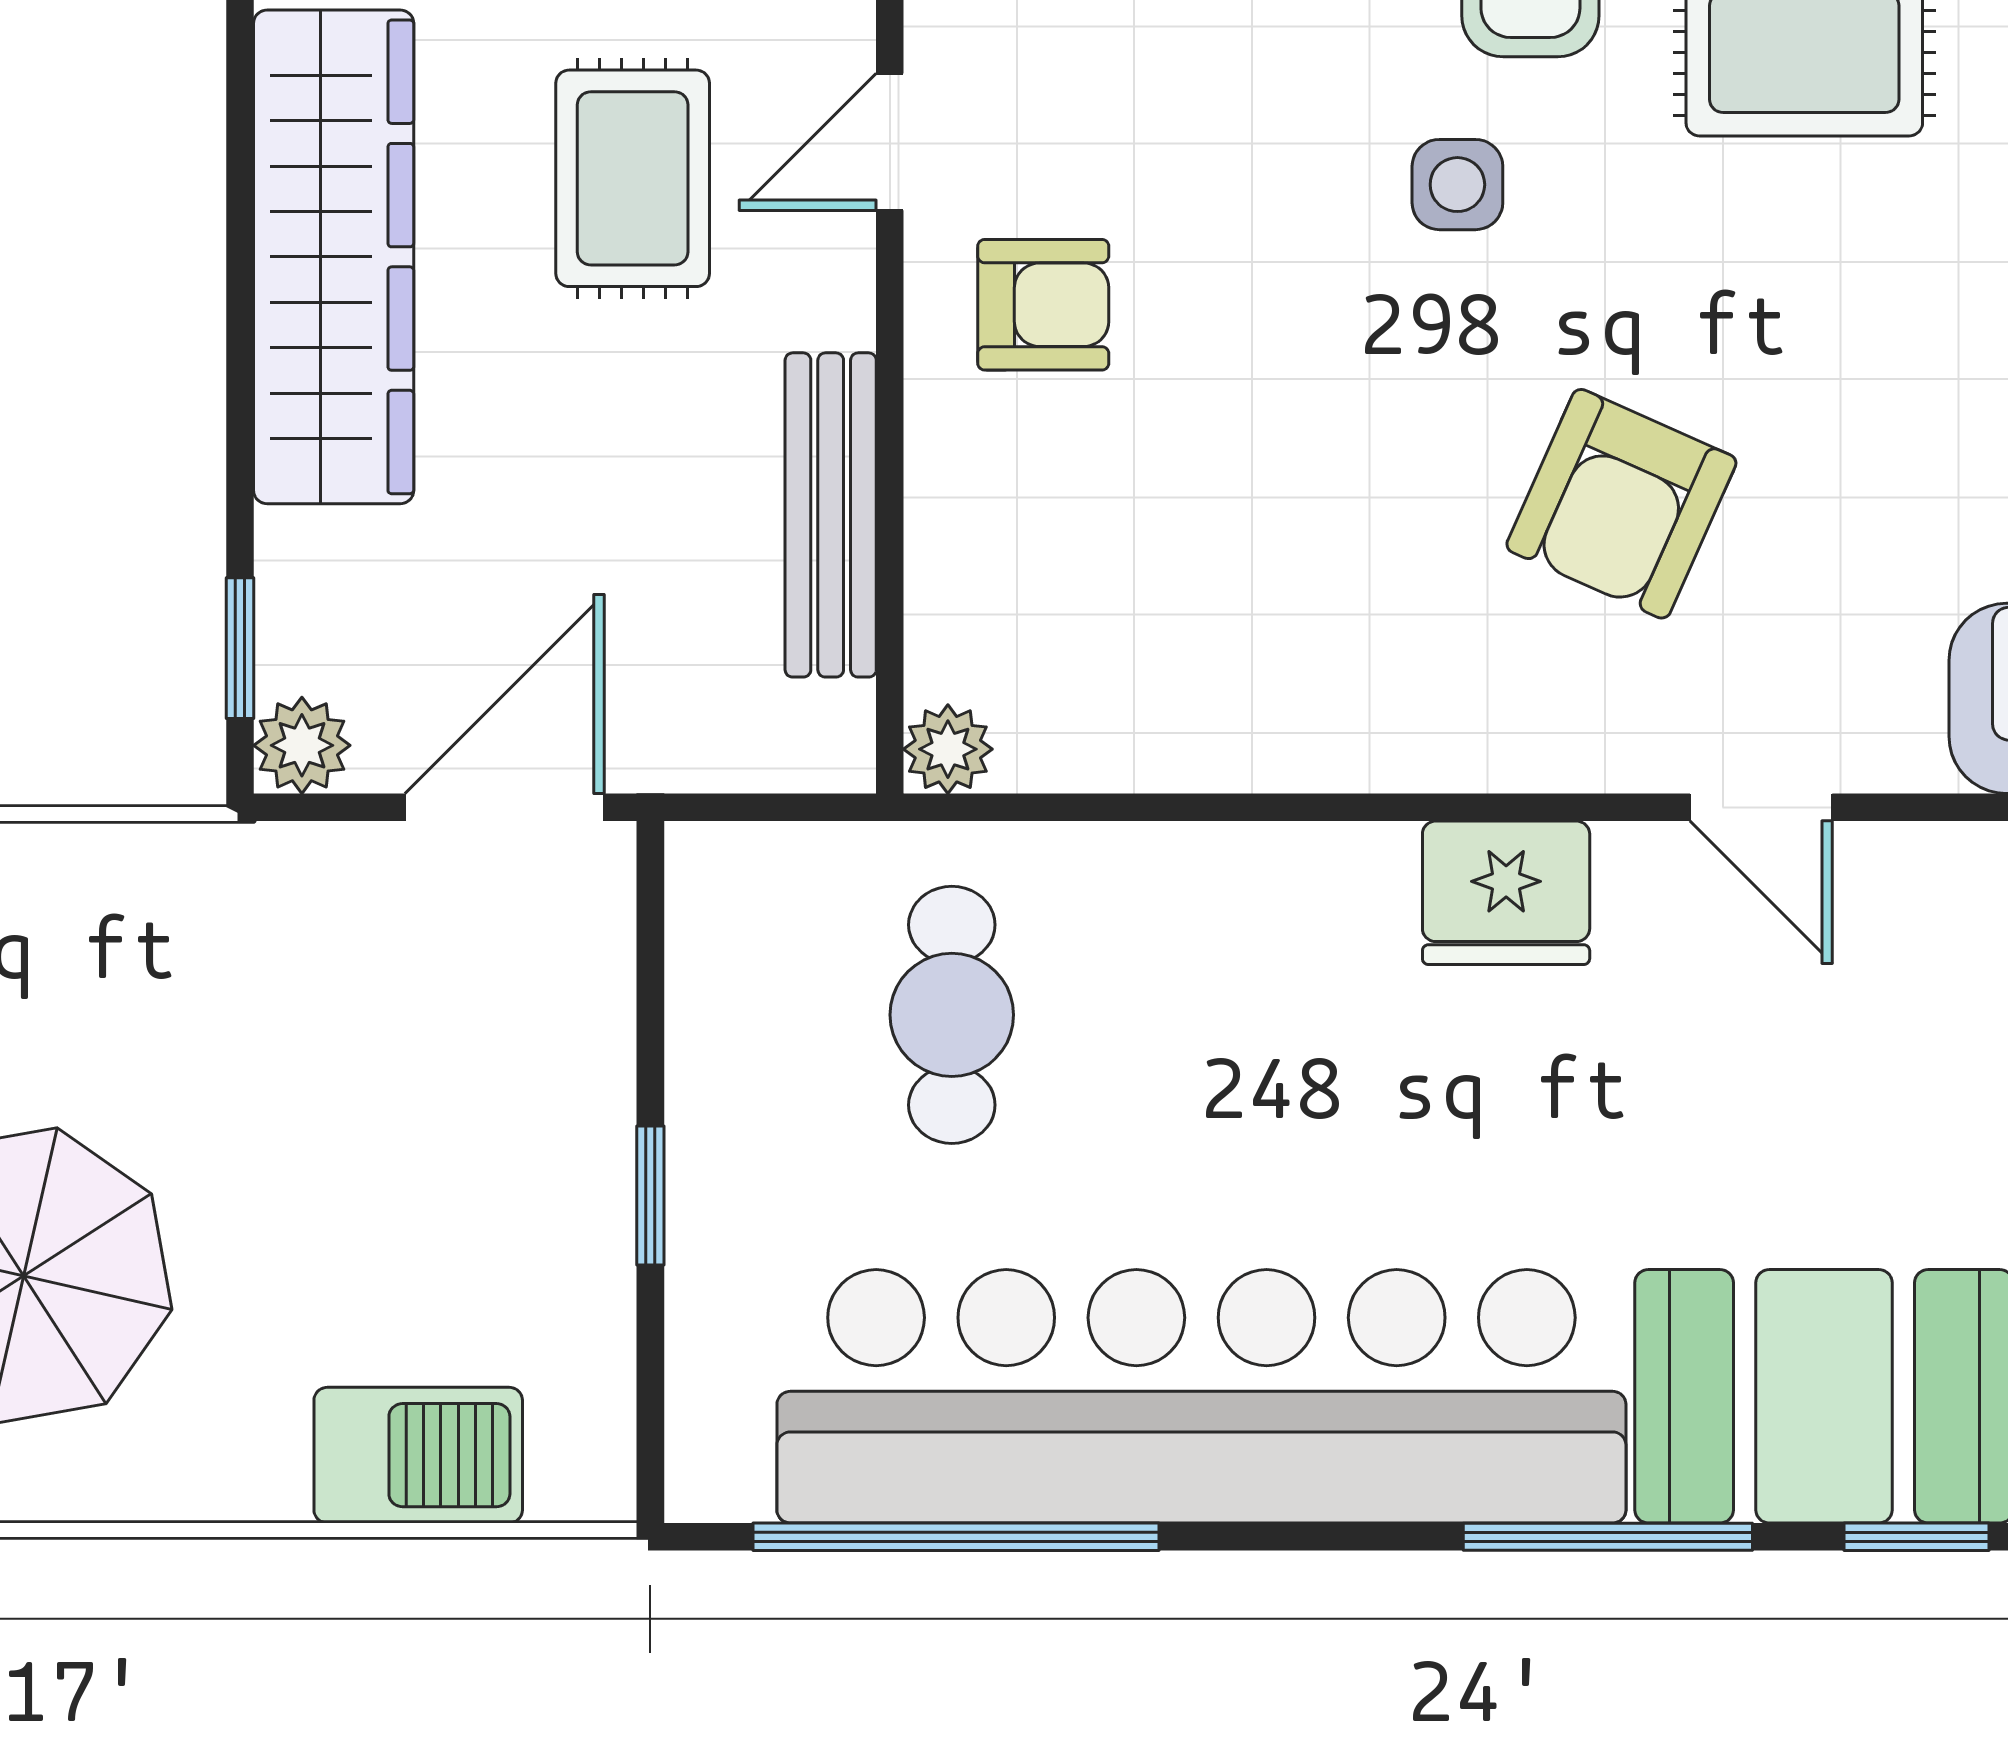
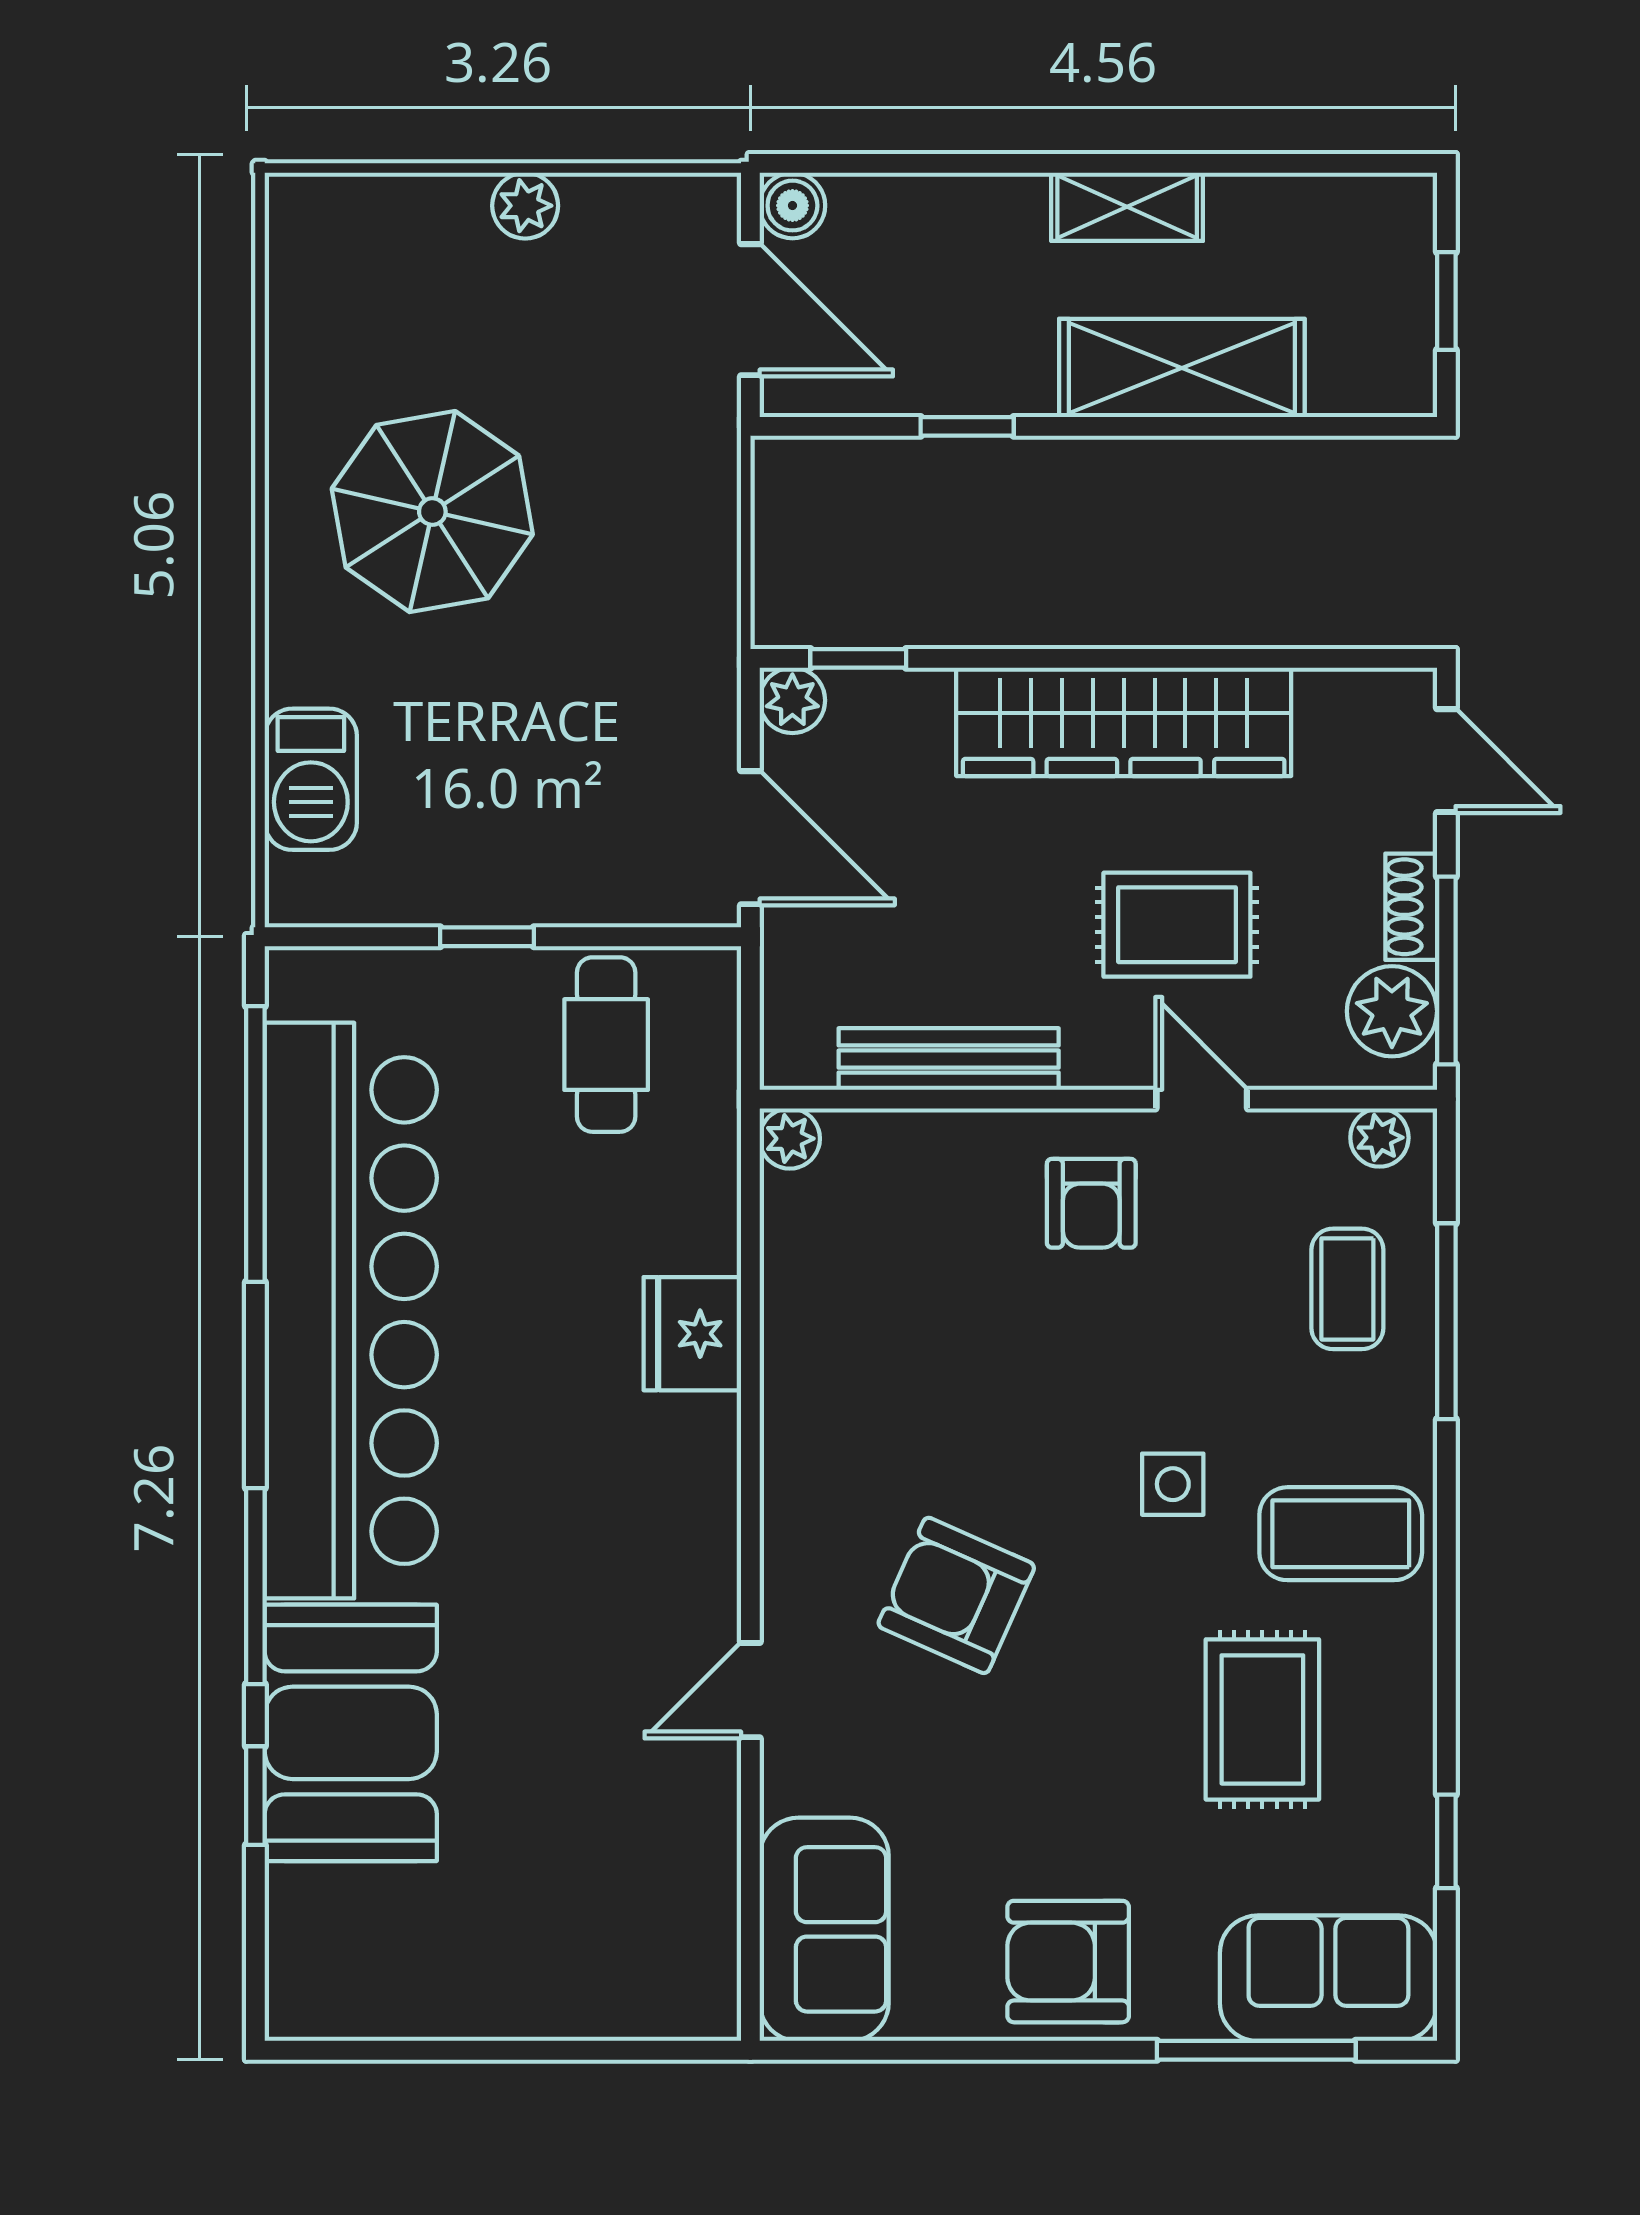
fridge: (1506, 893) -> (692, 1334), moved
cafe table: (952, 1015) -> (606, 1045), moved, turned 90

